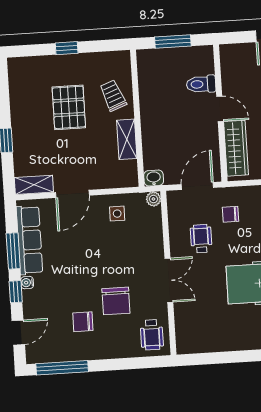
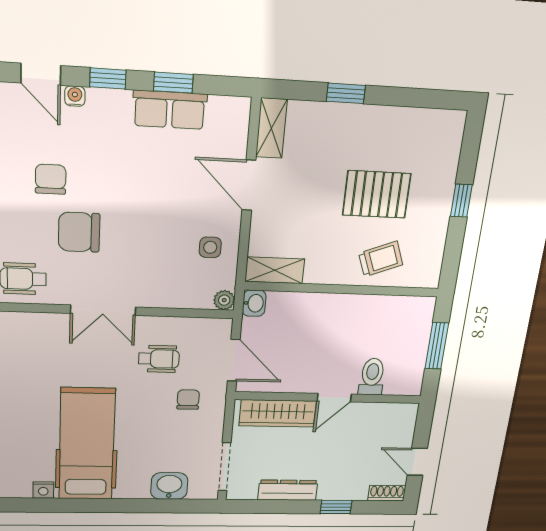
shelving: (127, 139) -> (275, 270), moved
row of seats: (29, 240) -> (170, 110), width x0.68
window: (13, 251) -> (173, 83), width x0.67
water cooler: (27, 283) -> (75, 96), moved

